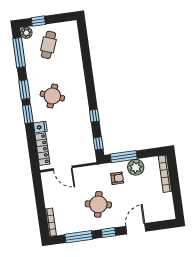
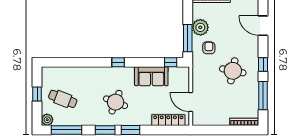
window: (38, 21) -> (37, 94), moved
window: (94, 116) -> (118, 62), moved
fridge: (40, 127) -> (146, 119), removed
sofa: (82, 127) -> (151, 76), added
door: (63, 168) -> (191, 102), swing flipped
door: (136, 229) -> (263, 26), moved

